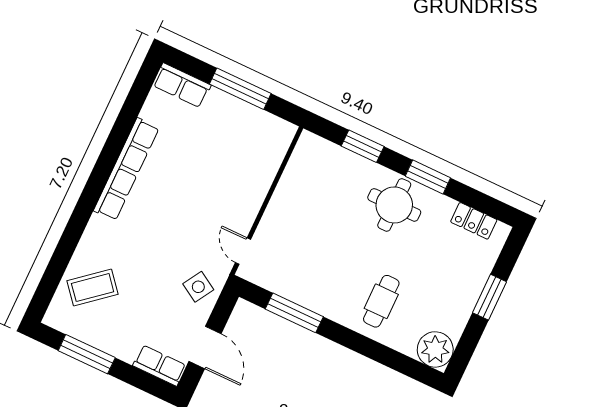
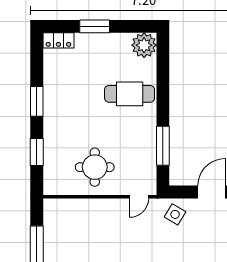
round table: (394, 205) -> (95, 167), moved
locker: (474, 221) -> (58, 40), moved, turned 90
cafe table: (381, 301) -> (130, 94), width x1.37, depth x1.35

